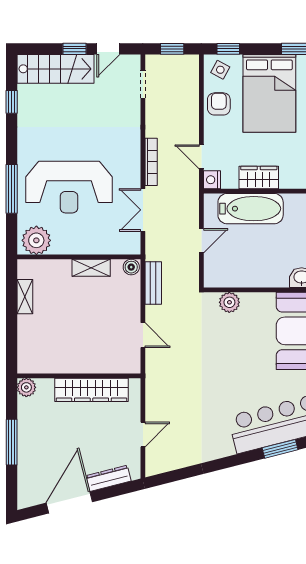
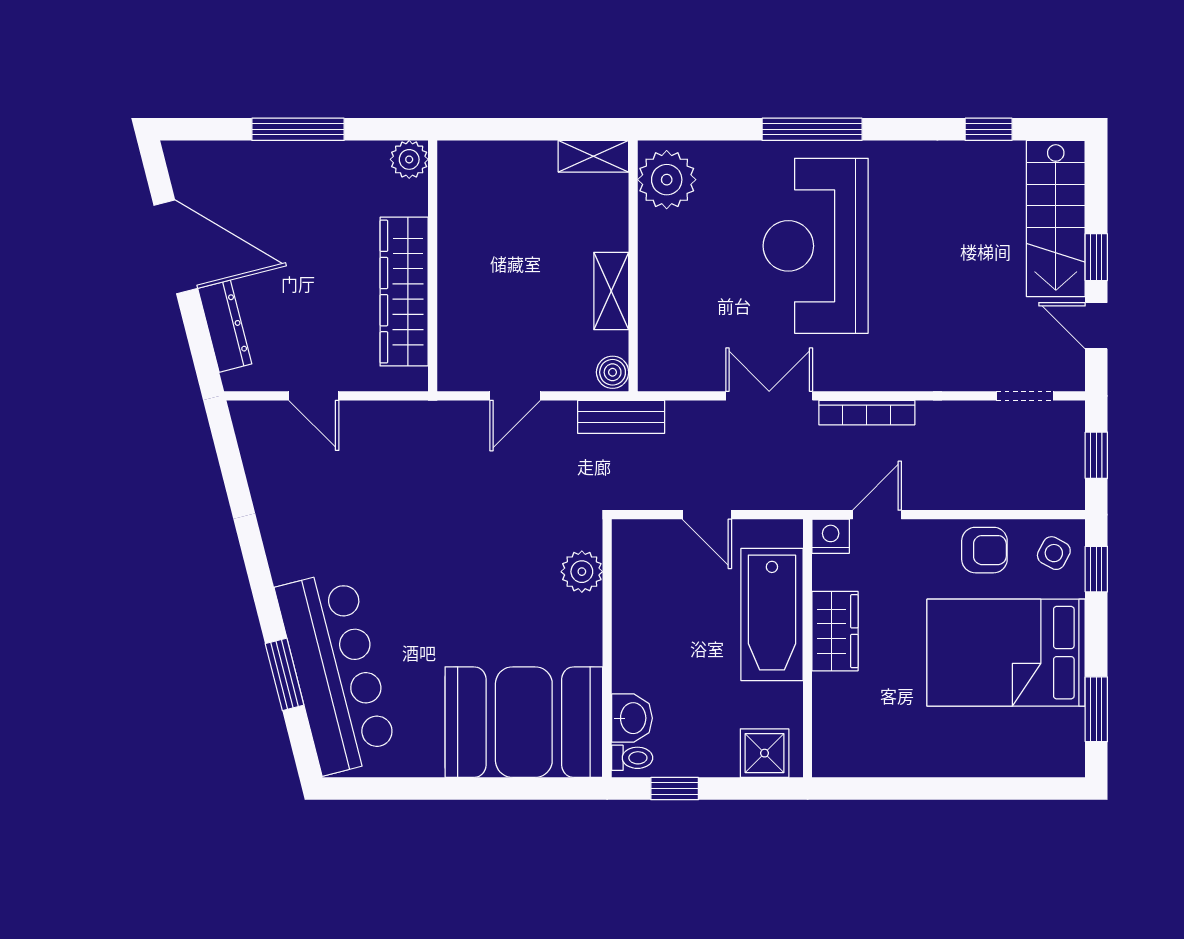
plant: (36, 240) -> (667, 180), moved
wall: (79, 257) -> (633, 266), moved
boiler: (131, 267) -> (613, 372), moved
shelving: (91, 268) -> (611, 291), moved

